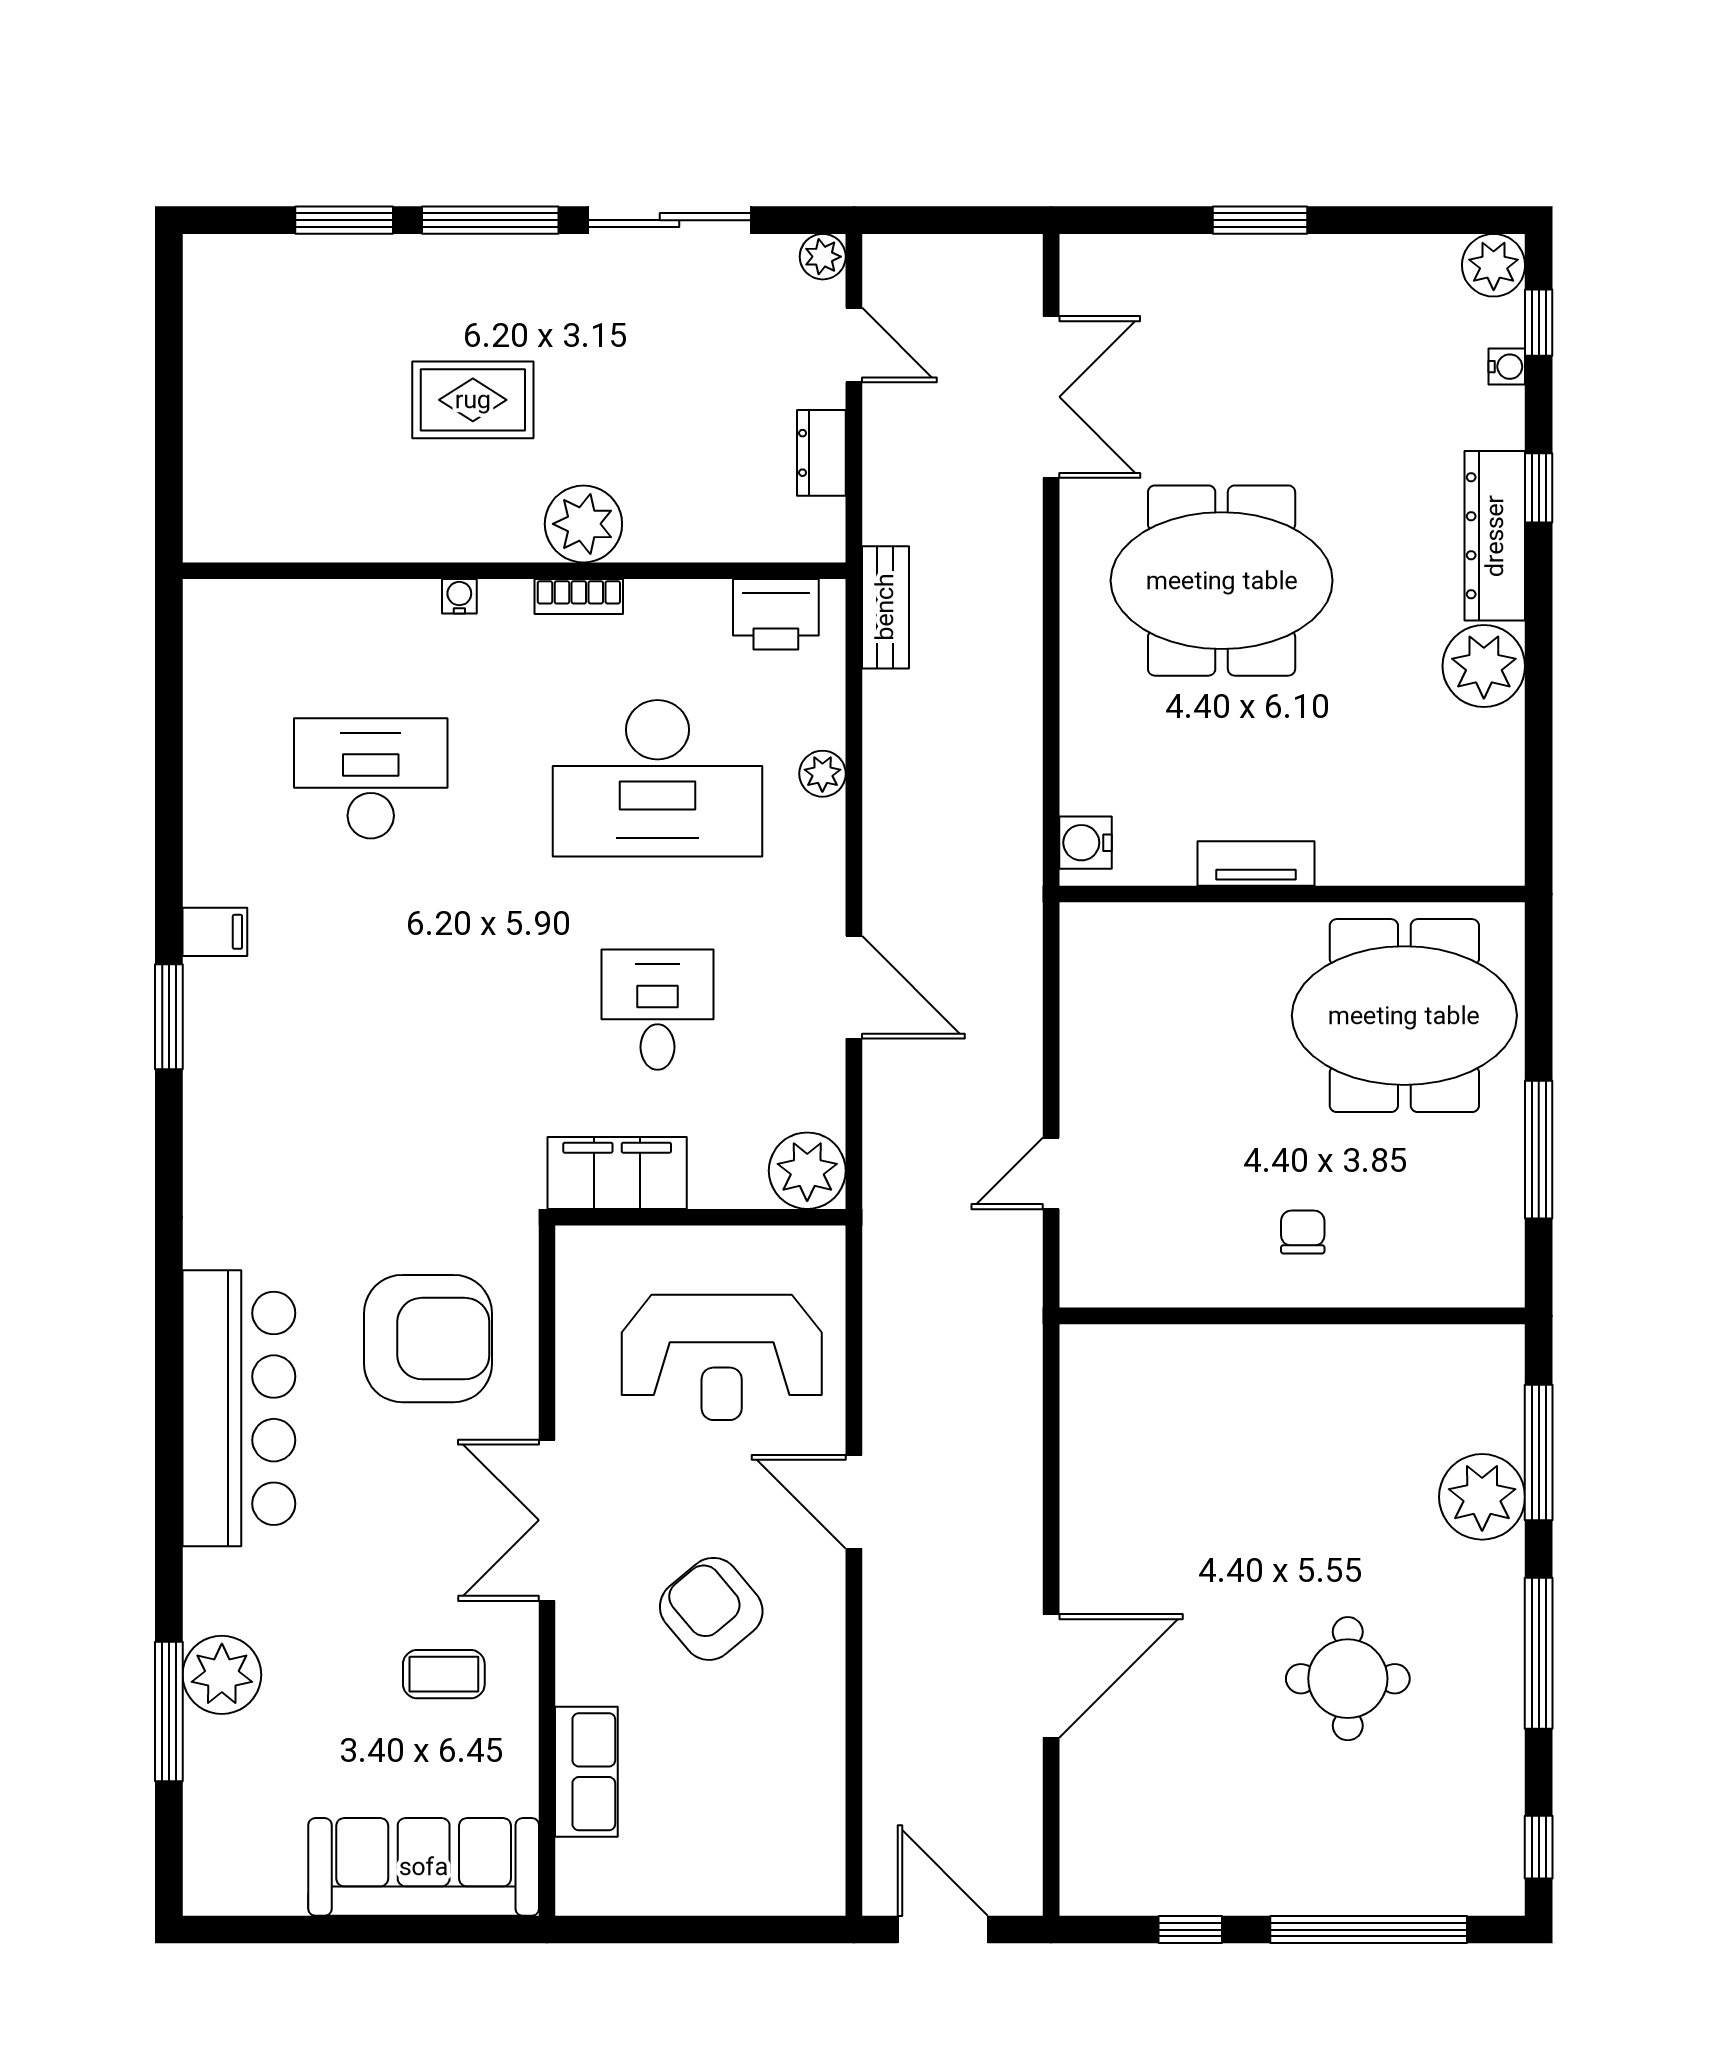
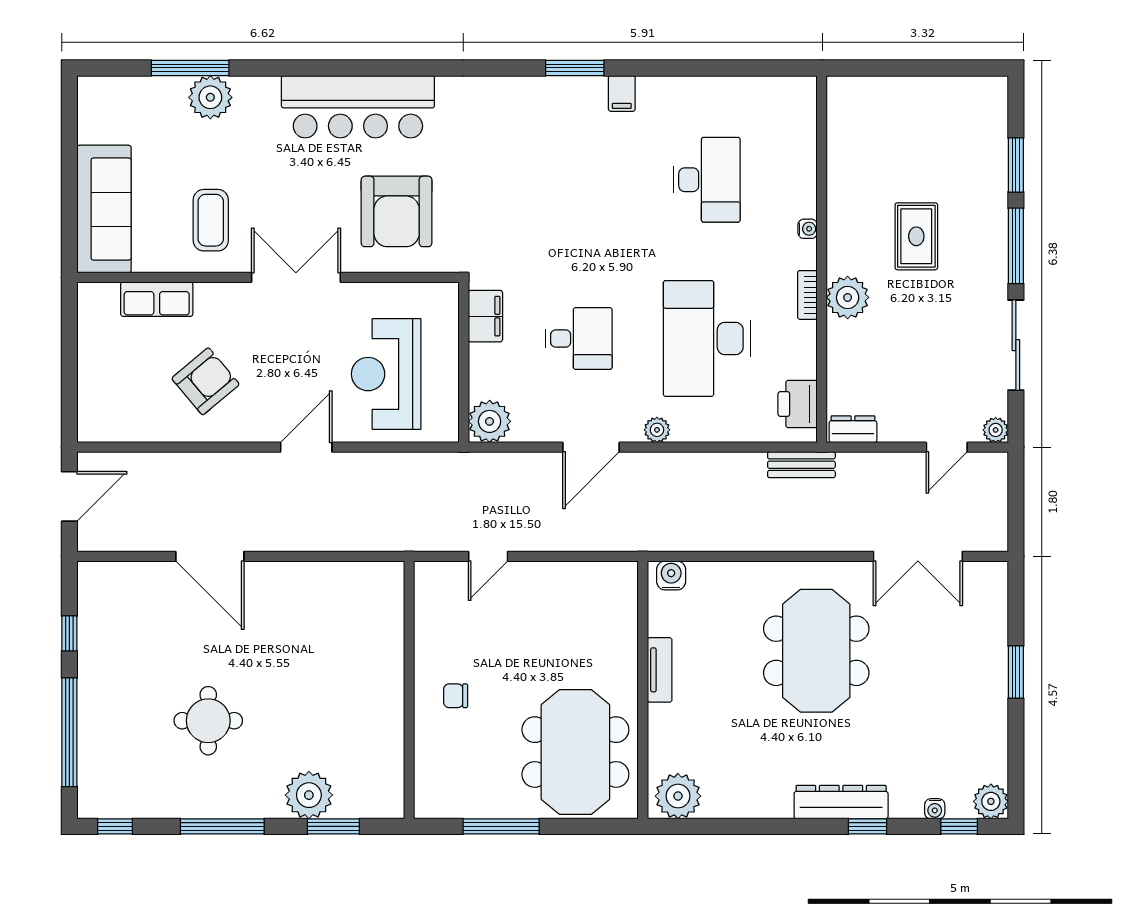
dresser: (821, 453) -> (853, 429), moved
plant: (1484, 666) -> (678, 796), moved
plant: (822, 774) -> (657, 430), moved
filing cabinet: (617, 1173) -> (485, 316), width x0.67, depth x0.86
door: (1051, 1173) -> (488, 556), swing flipped
chair: (1303, 1232) -> (456, 696), turned 180
window: (1539, 1452) -> (333, 826), width x0.69
armchair: (711, 1609) -> (205, 381), moved
coffee table: (444, 1674) -> (211, 220), width x1.36, depth x1.30

